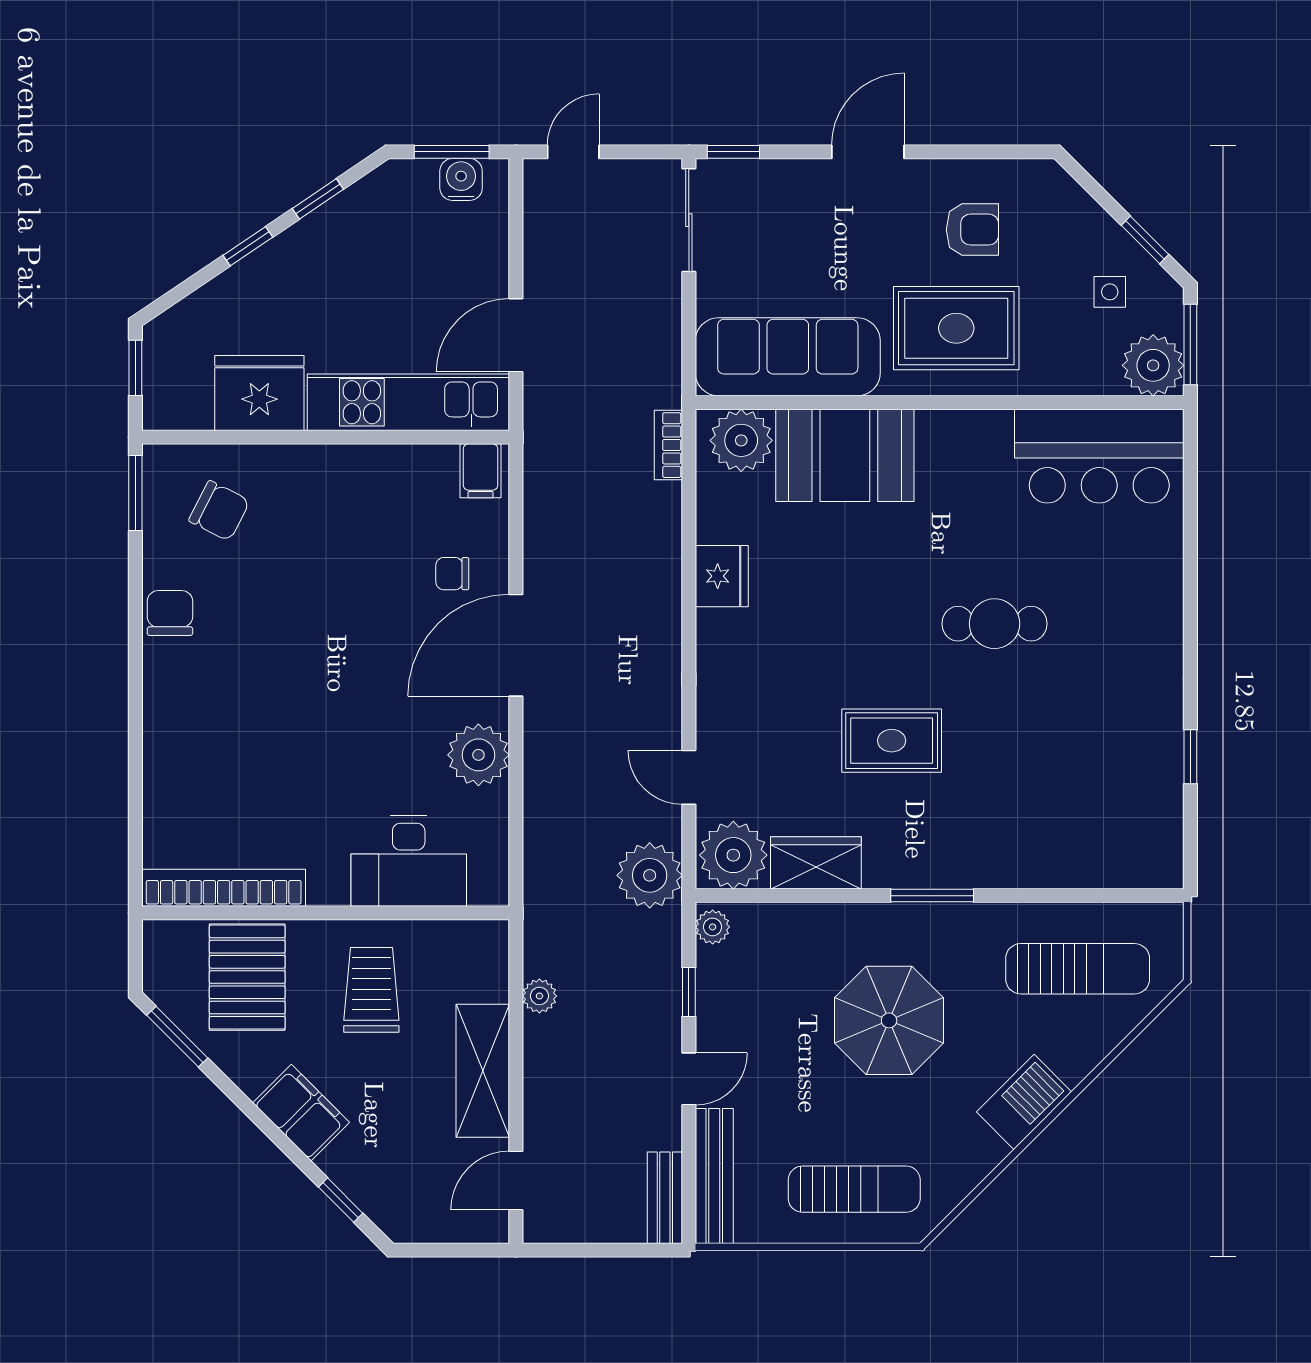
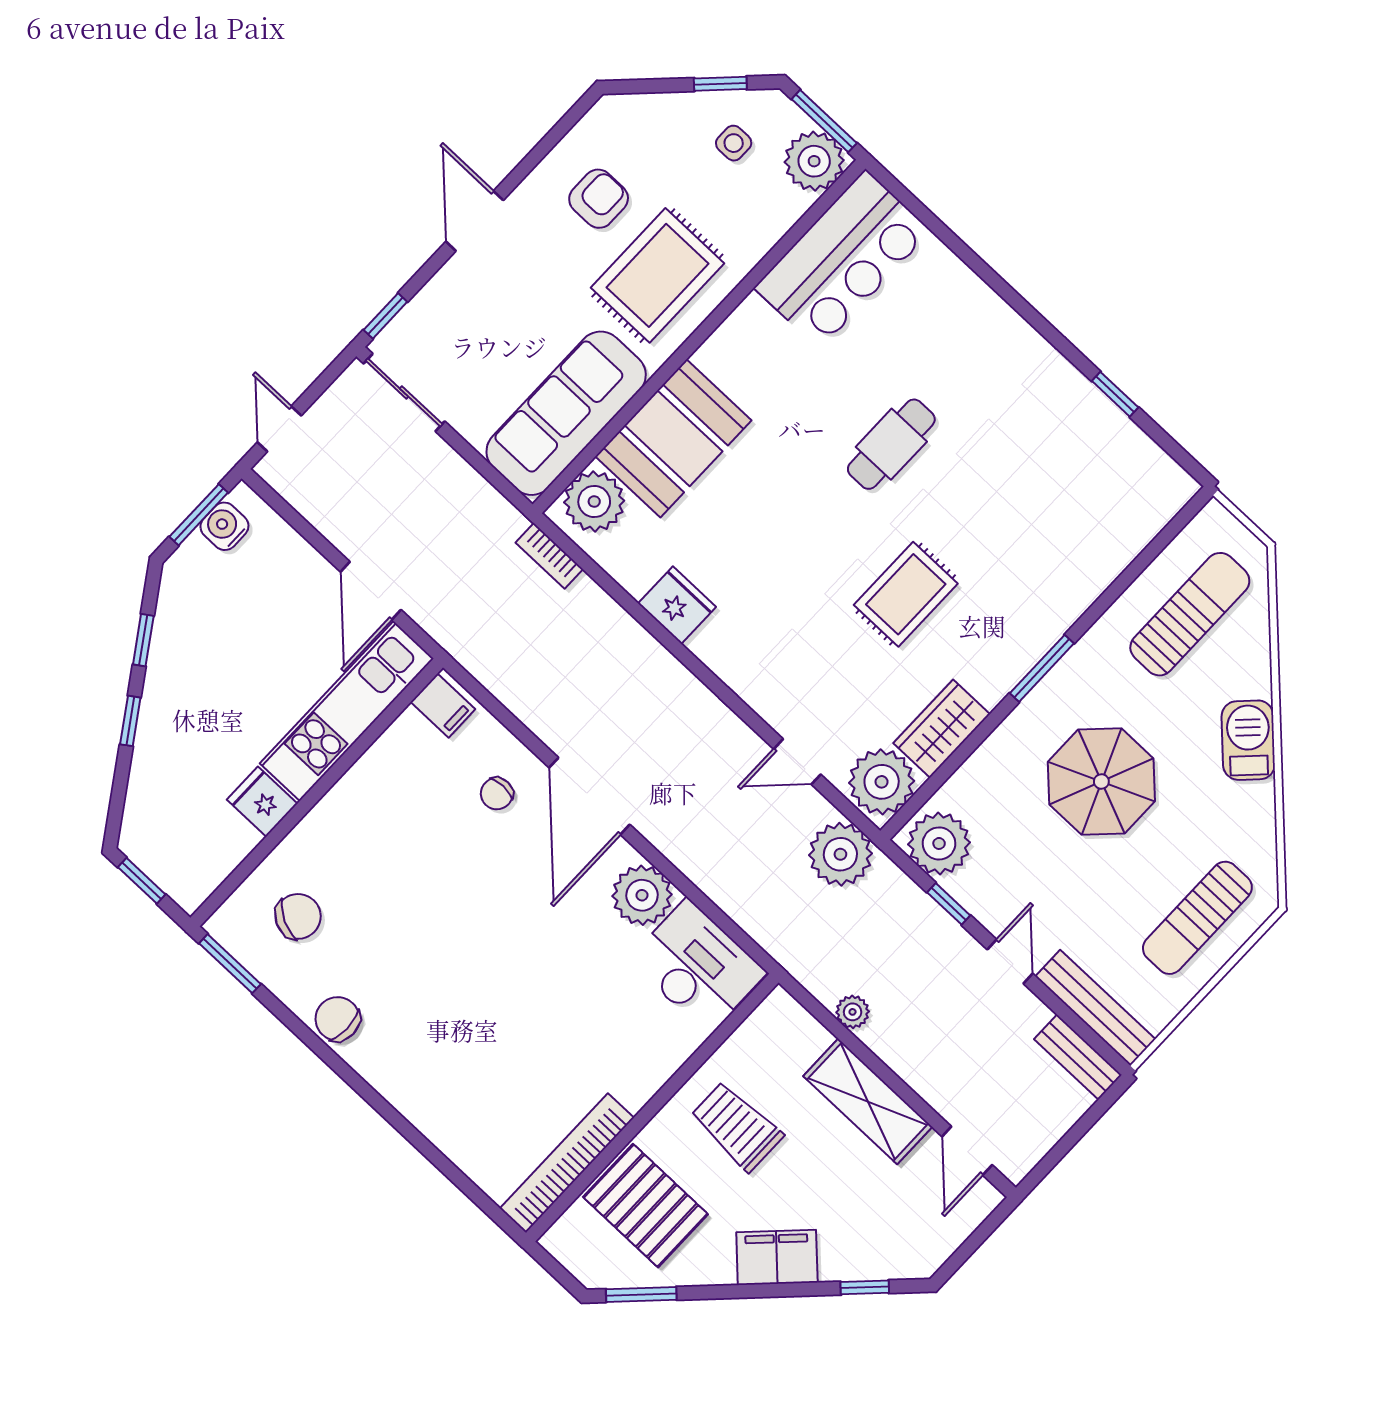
fridge: (259, 393) -> (262, 802), width x0.53, depth x0.75
desk: (409, 861) -> (697, 966), moved, turned -90
plant: (713, 927) -> (939, 843), width x1.88, depth x1.88
sun lounger: (854, 1189) -> (1197, 918), turned 180

